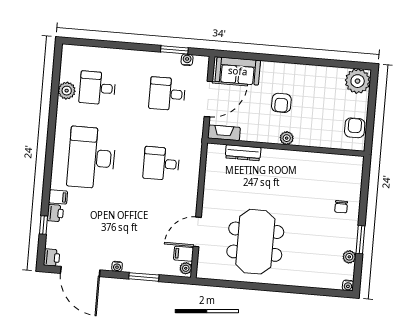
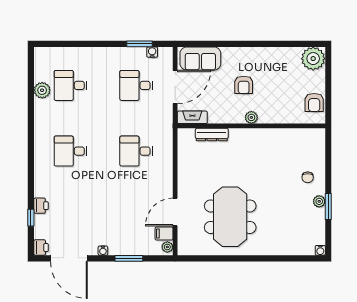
armchair: (355, 128) -> (314, 102), turned 180
desk: (92, 158) -> (71, 151), width x0.53, depth x0.77
filing cabinet: (58, 197) -> (42, 190), removed
plant: (349, 257) -> (319, 201), moved

